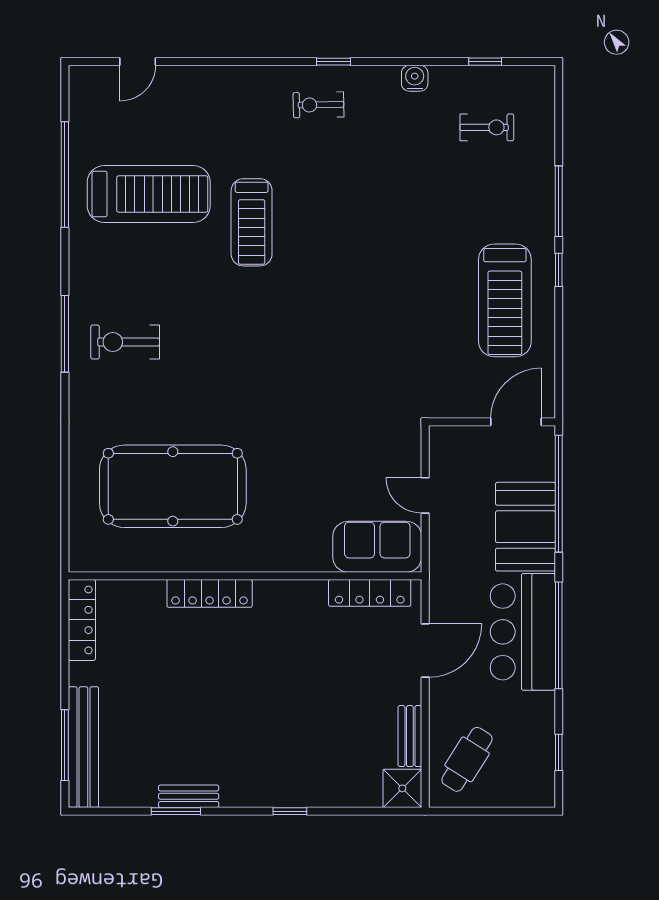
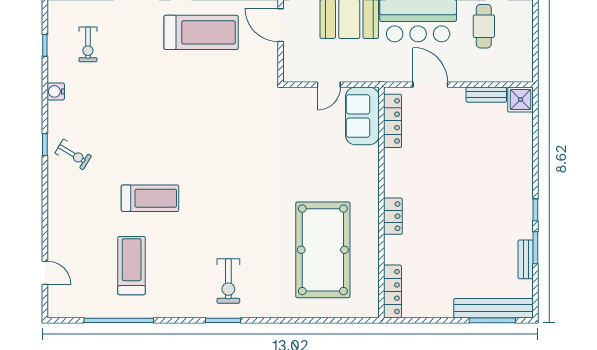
exercise bike: (319, 105) -> (73, 154), turned -58
exercise bike: (487, 127) -> (88, 44), turned 180
treadmill: (149, 194) -> (132, 266), width x0.73, depth x0.73
window: (65, 334) -> (223, 320), width x0.69
locker: (210, 593) -> (393, 216), width x0.66
locker: (82, 620) -> (393, 292), moved, turned 90
cafe table: (467, 759) -> (484, 26), moved, turned 58
bench: (189, 796) -> (526, 259), moved
window: (290, 811) -> (535, 210), moved

